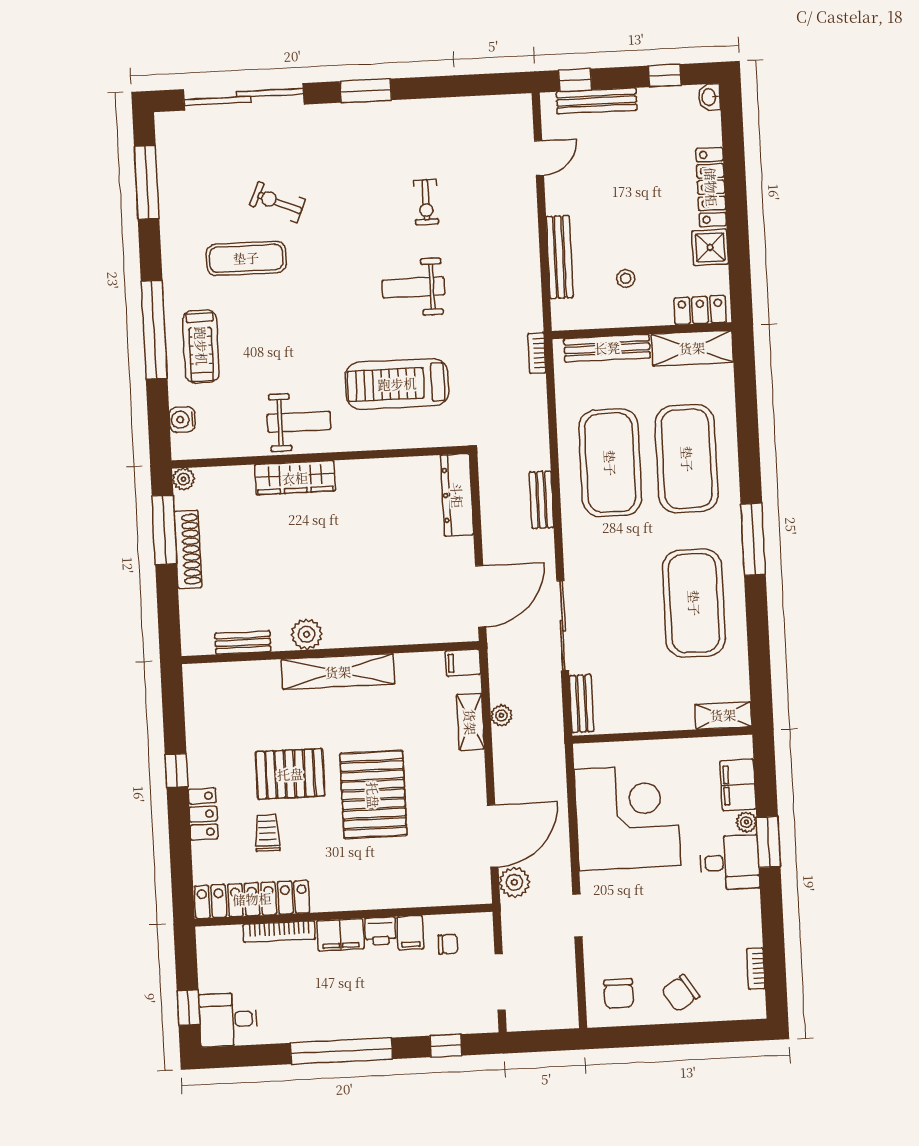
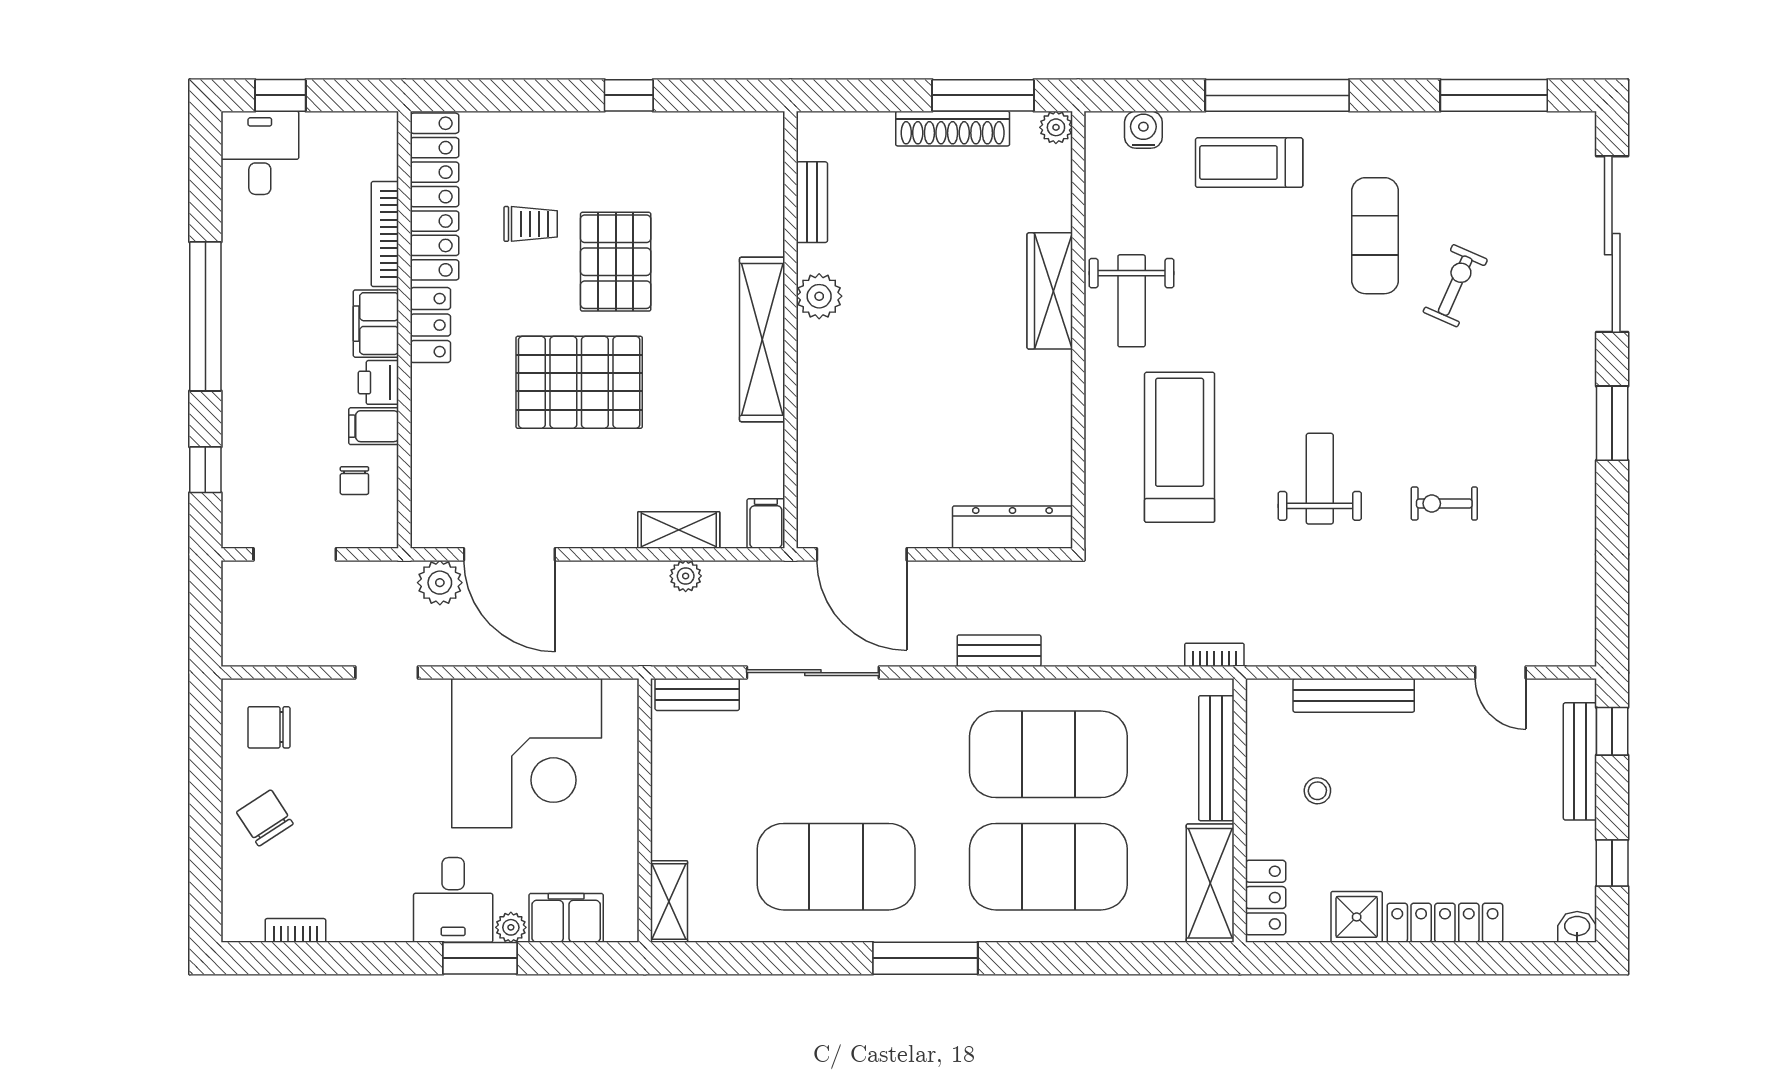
locker: (203, 814) -> (430, 325), moved, turned -90

